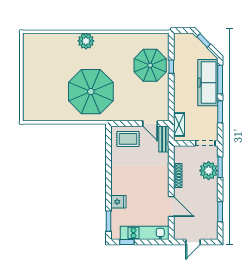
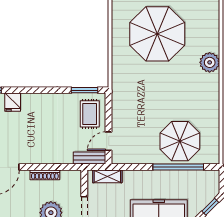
window: (171, 67) -> (178, 167), width x3.17
parasol: (91, 92) -> (157, 34), moved
window: (109, 143) -> (84, 90), added

